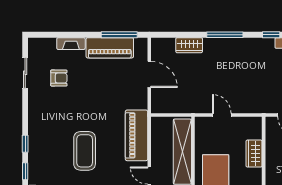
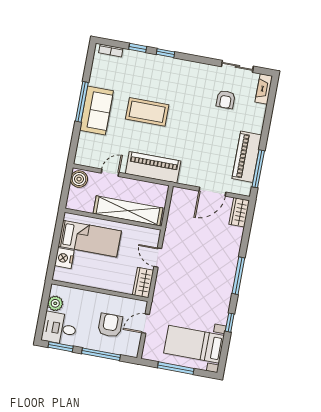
fireplace: (71, 44) -> (264, 89), moved
wardrobe: (189, 45) -> (239, 212), moved
door: (222, 115) -> (158, 258), swing flipped
wardrobe: (254, 154) -> (143, 283), moved, turned -90

